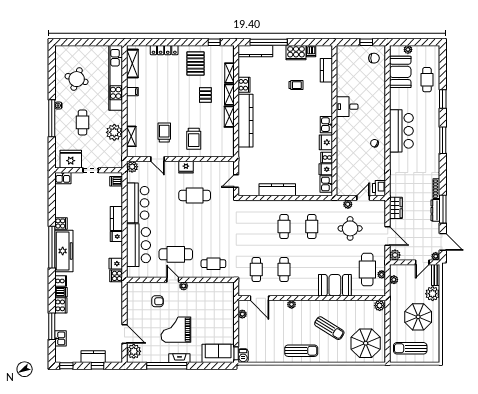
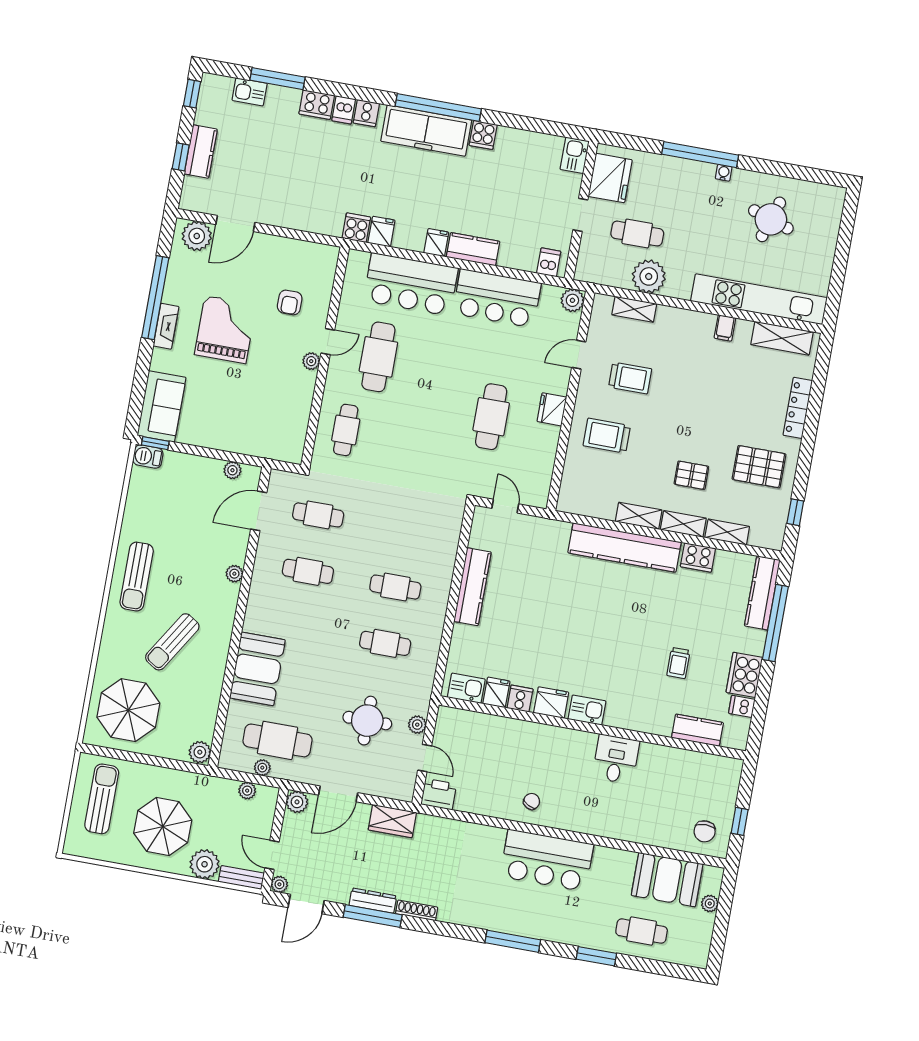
cafe table: (83, 122) -> (637, 234), moved

